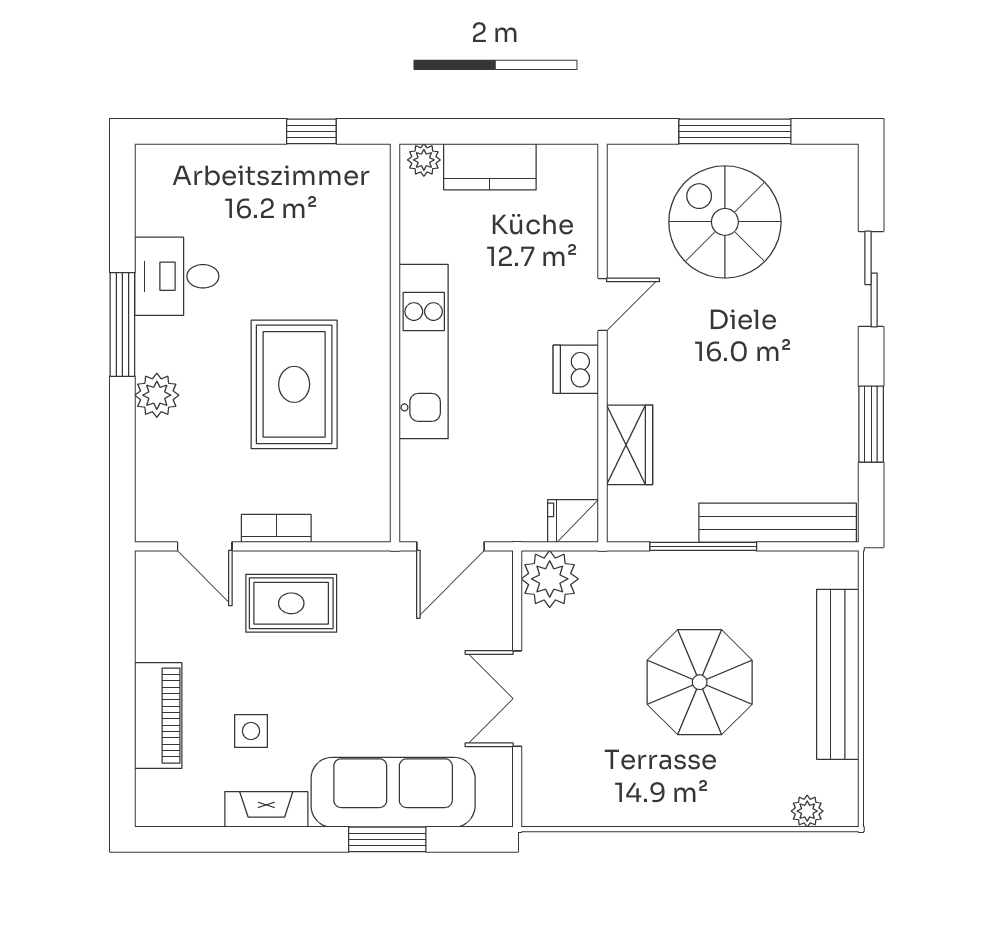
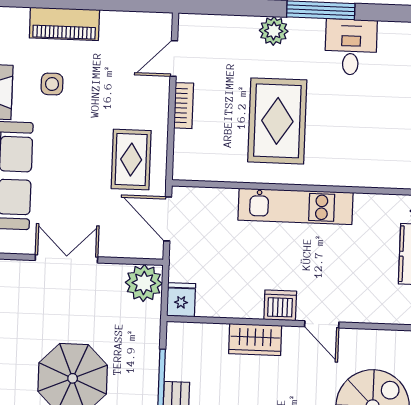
rug: (294, 384) -> (277, 121), turned 90
wardrobe: (630, 445) -> (255, 340), moved
rug: (291, 603) -> (131, 160), moved

